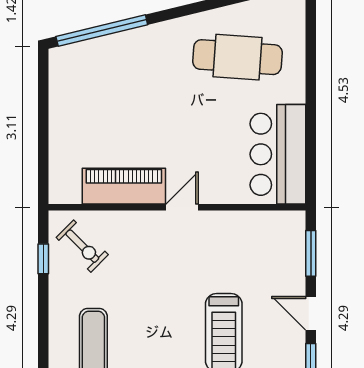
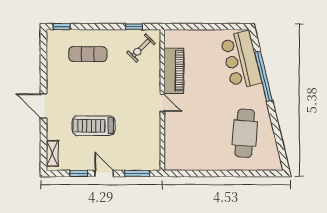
window: (102, 31) -> (263, 76), moved
bar counter: (278, 154) -> (241, 60), moved, turned -104
door: (311, 313) -> (104, 173), hinge flipped

